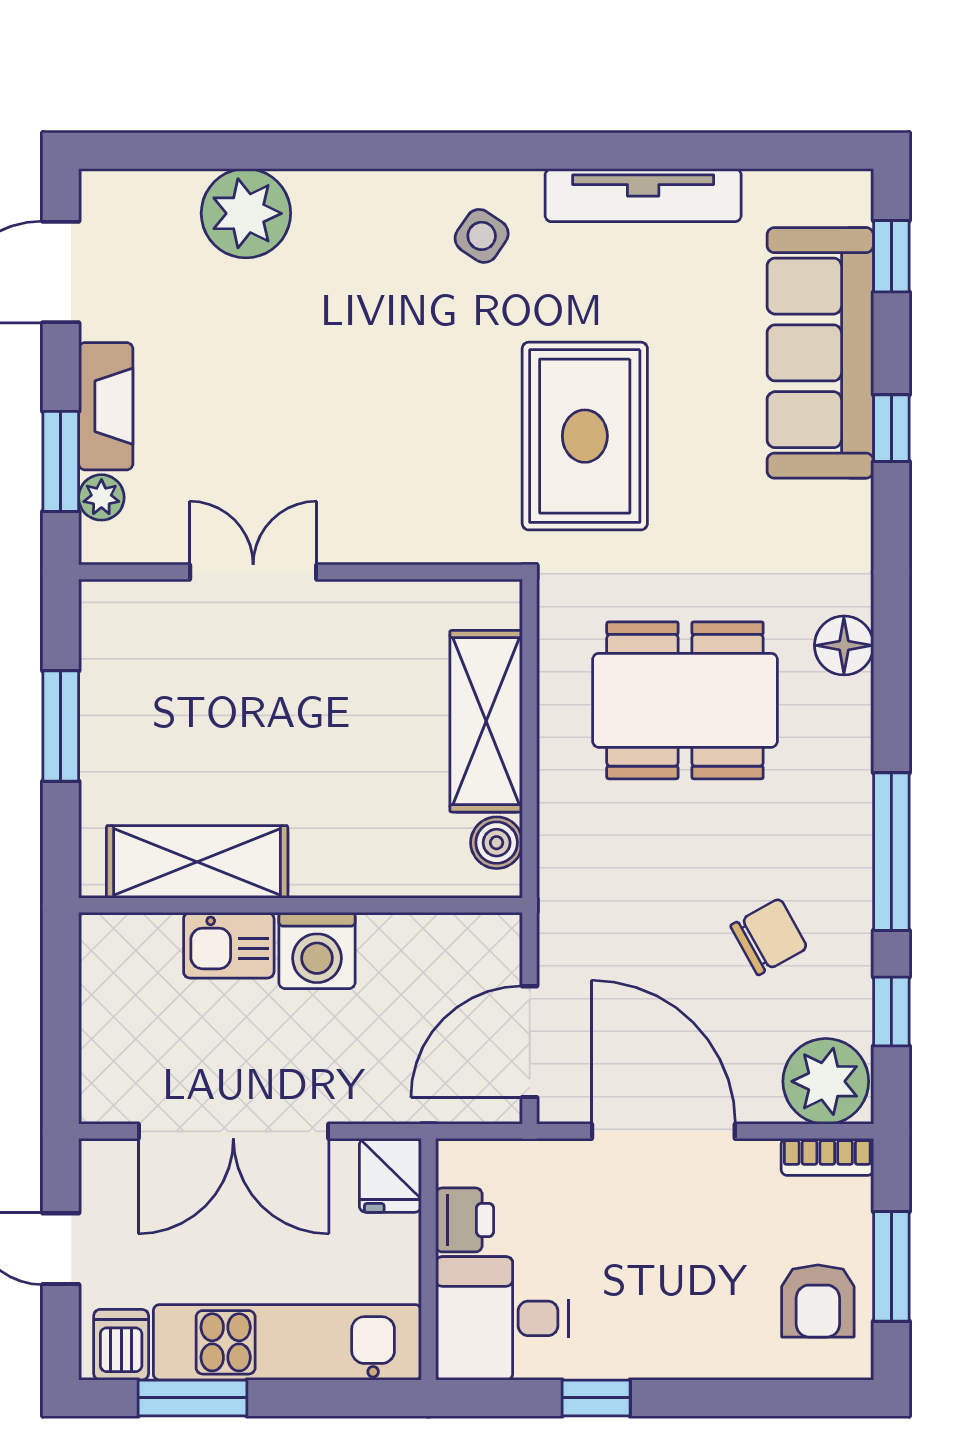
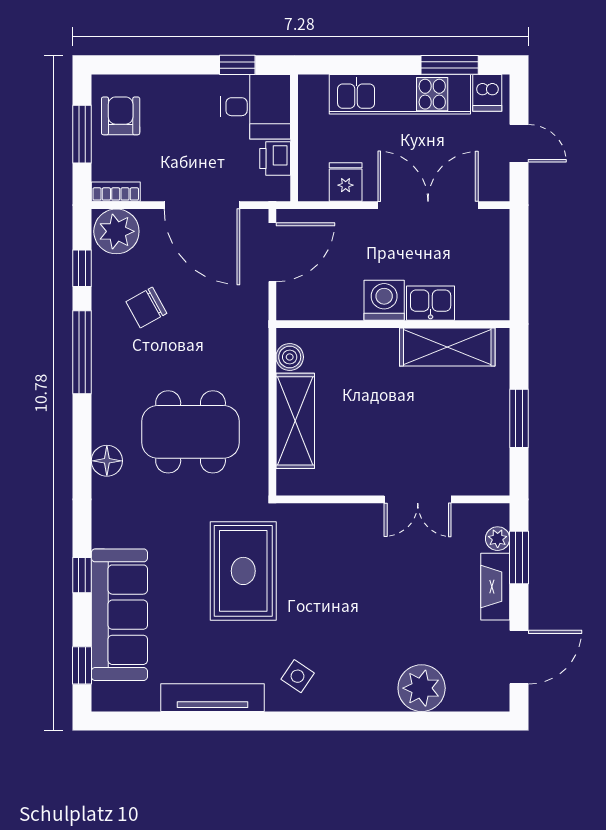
printer: (465, 1220) -> (275, 159), moved
wall: (428, 1259) -> (294, 138), moved
desk: (502, 1318) -> (255, 107), moved

